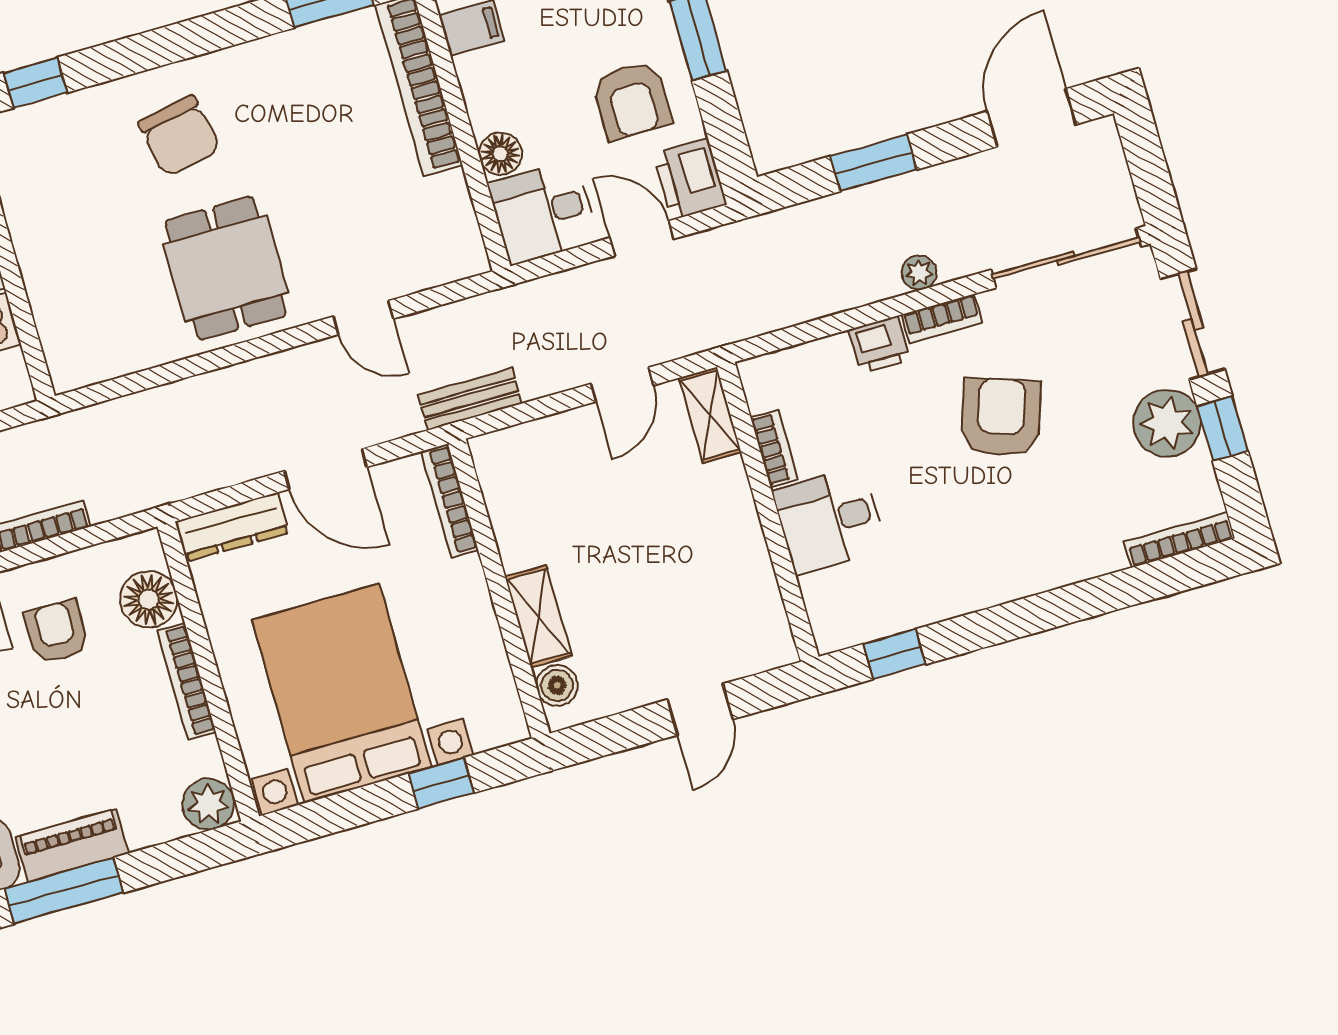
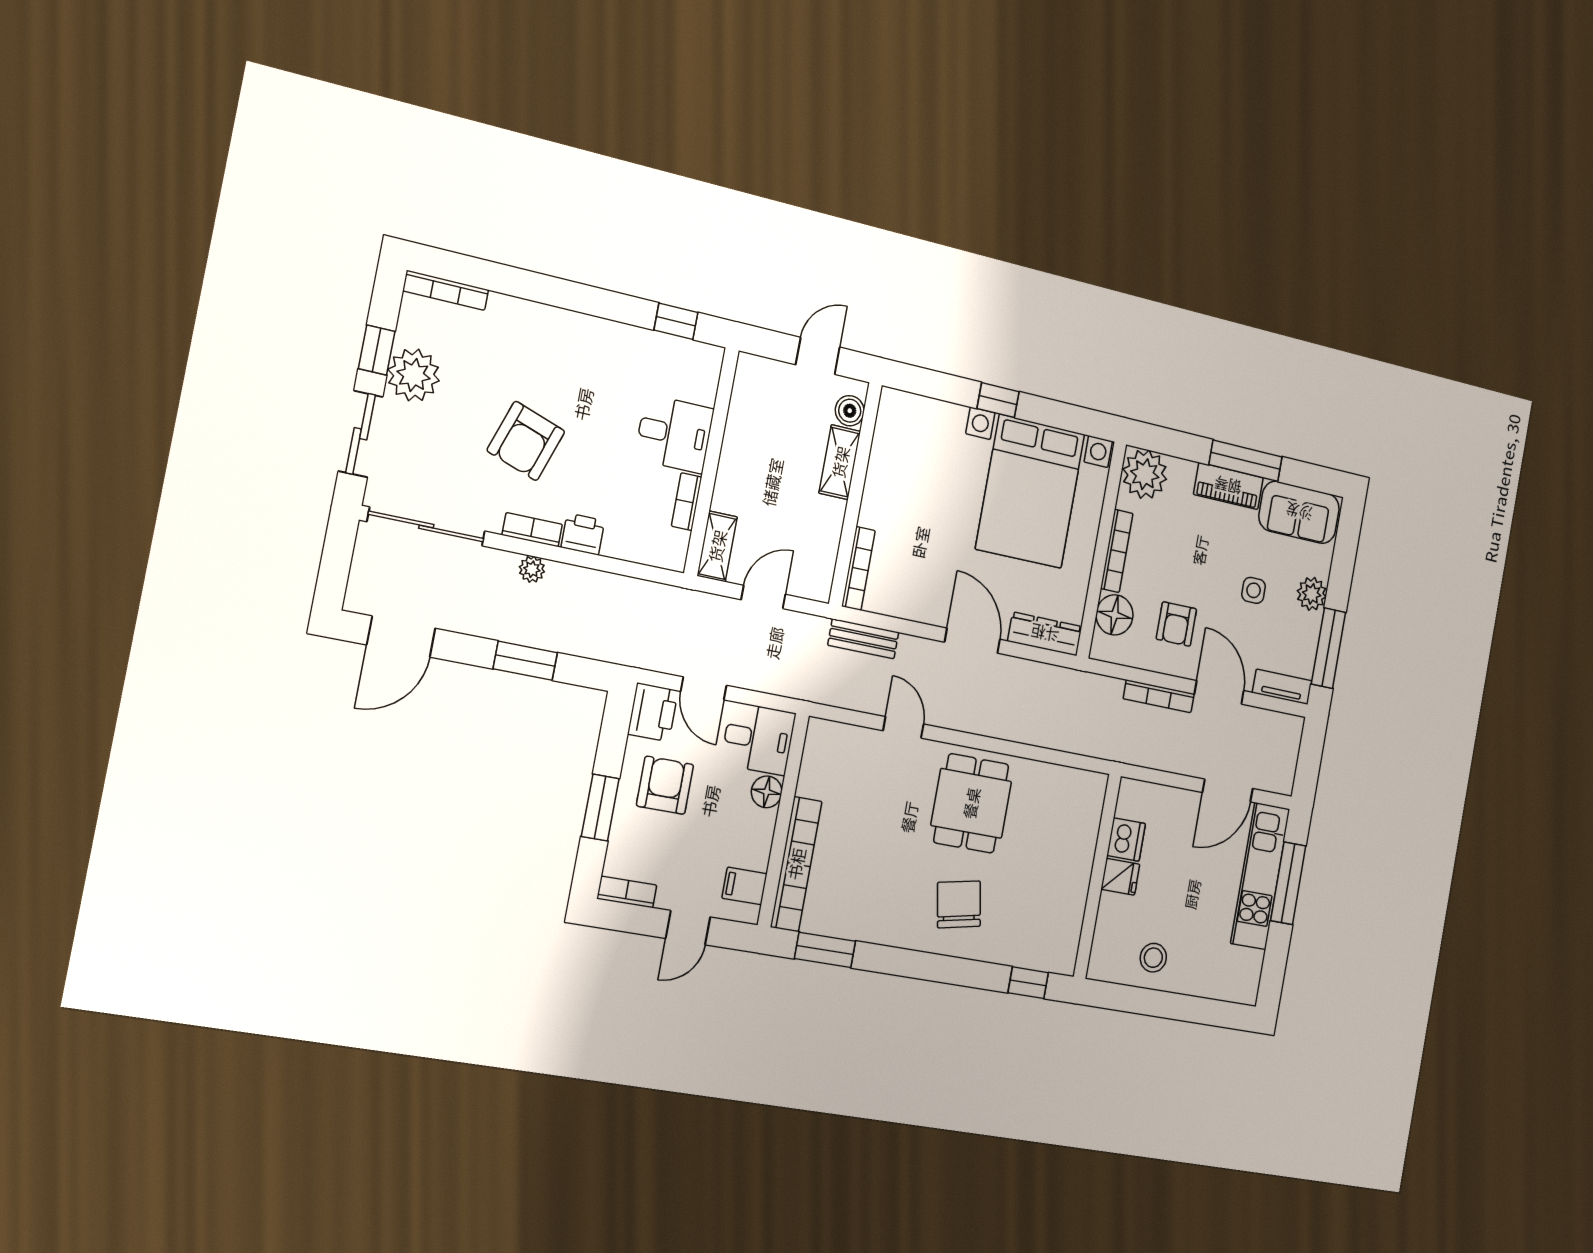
bookcase: (450, 501) -> (858, 569), moved
wall: (499, 589) -> (855, 494), moved
shelving: (538, 616) -> (840, 462), moved
boiler: (557, 685) -> (850, 411), moved
plant: (208, 804) -> (1145, 474), width x1.36, depth x1.36

